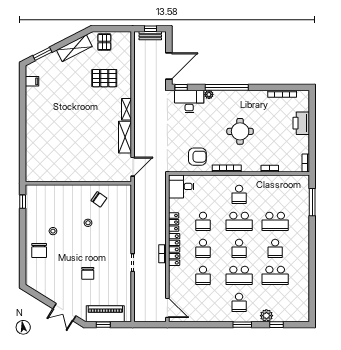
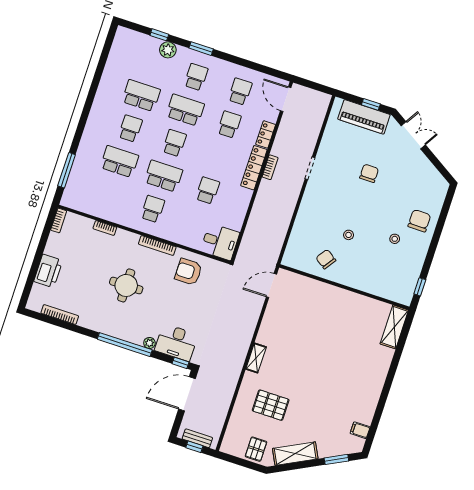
shelving: (125, 137) -> (394, 327), moved
locker: (174, 222) -> (266, 134), moved
school desk: (203, 248) -> (240, 92), moved

